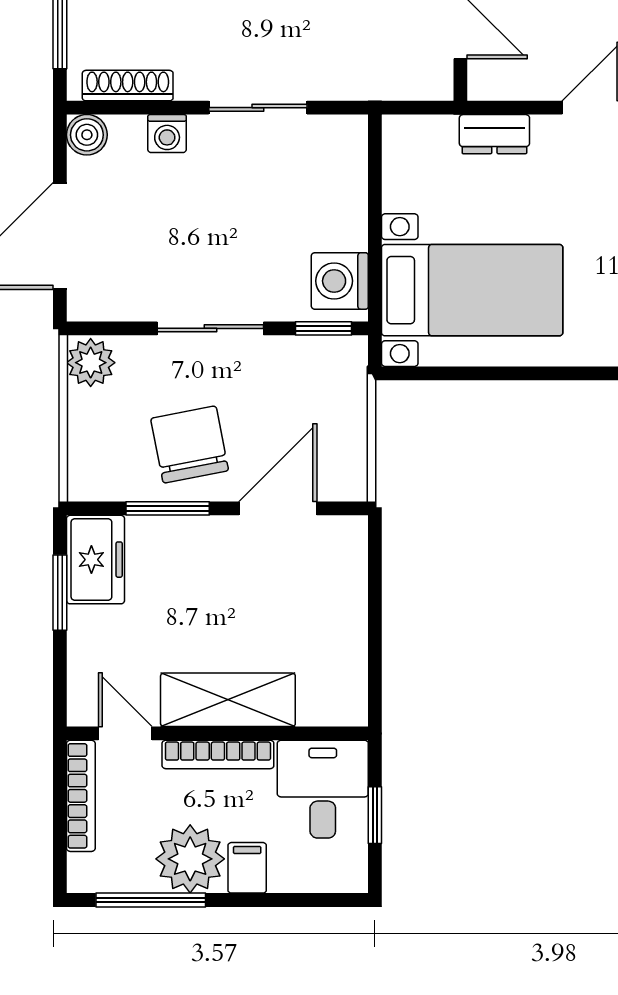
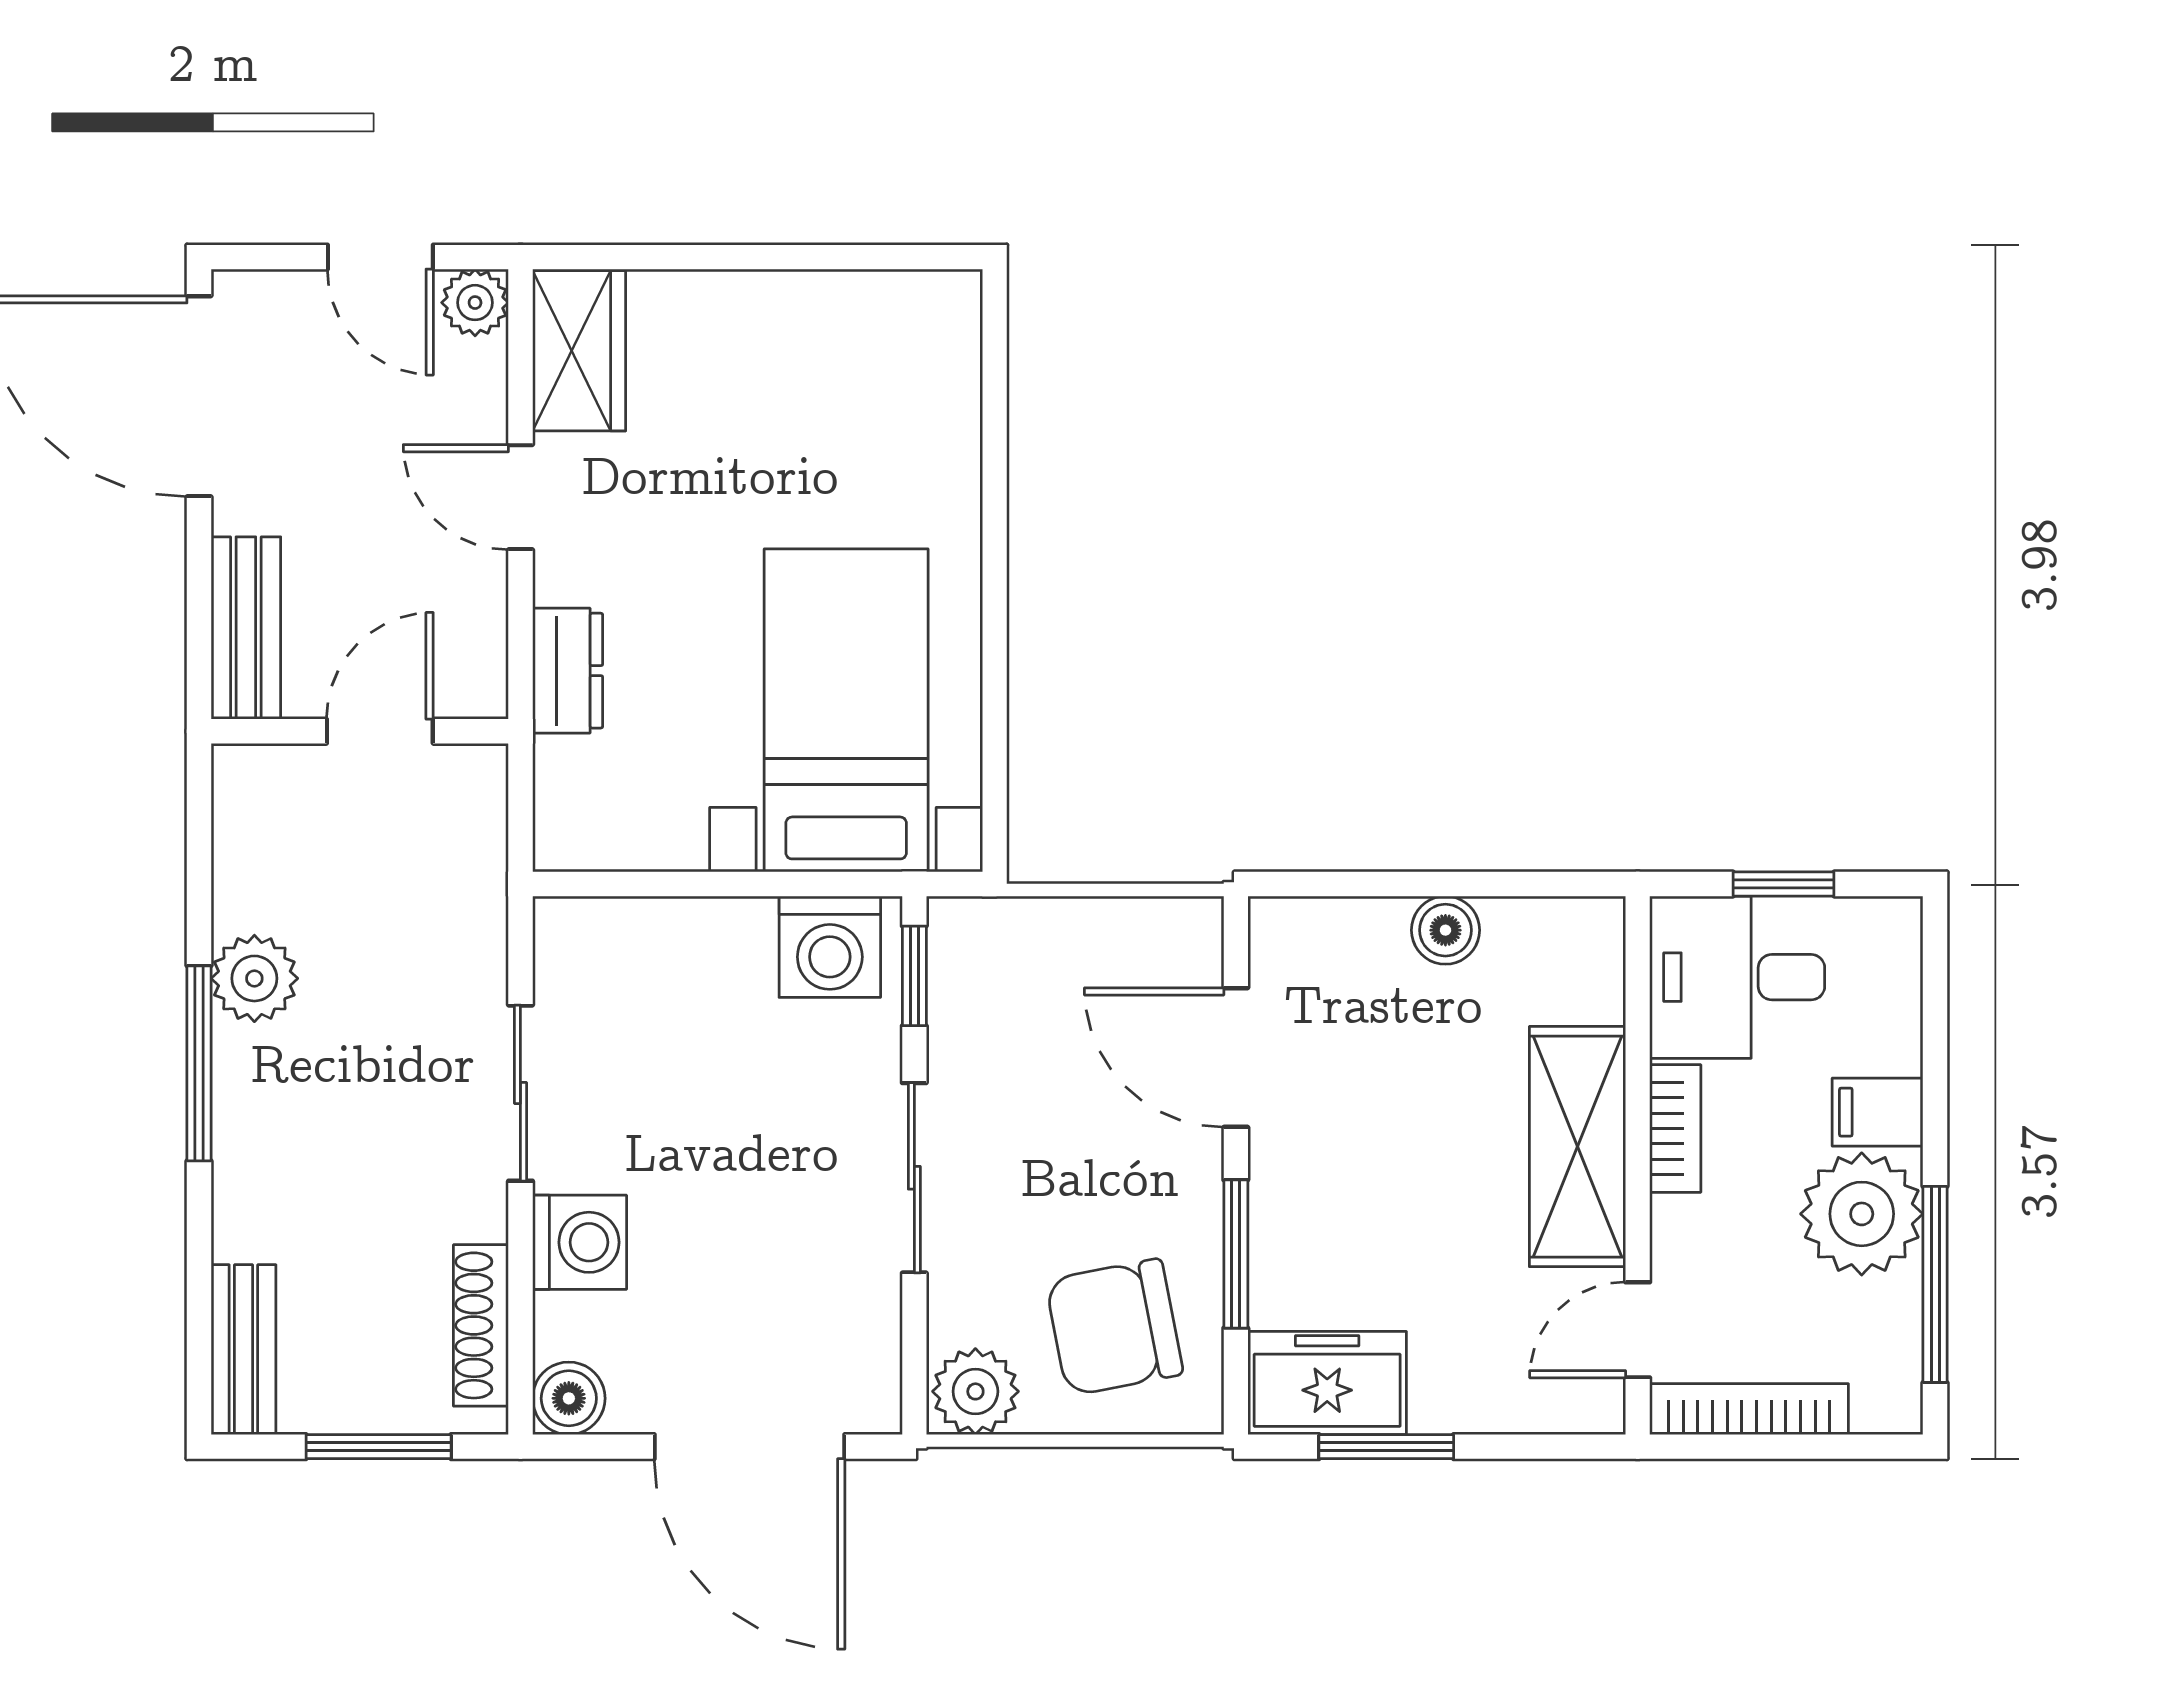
washing machine: (167, 134) -> (580, 1242), width x1.38, depth x1.38
chair: (190, 445) -> (1114, 1327), moved
boiler: (349, 626) -> (1445, 930), added
bookcase: (218, 754) -> (1675, 1128), width x0.64

